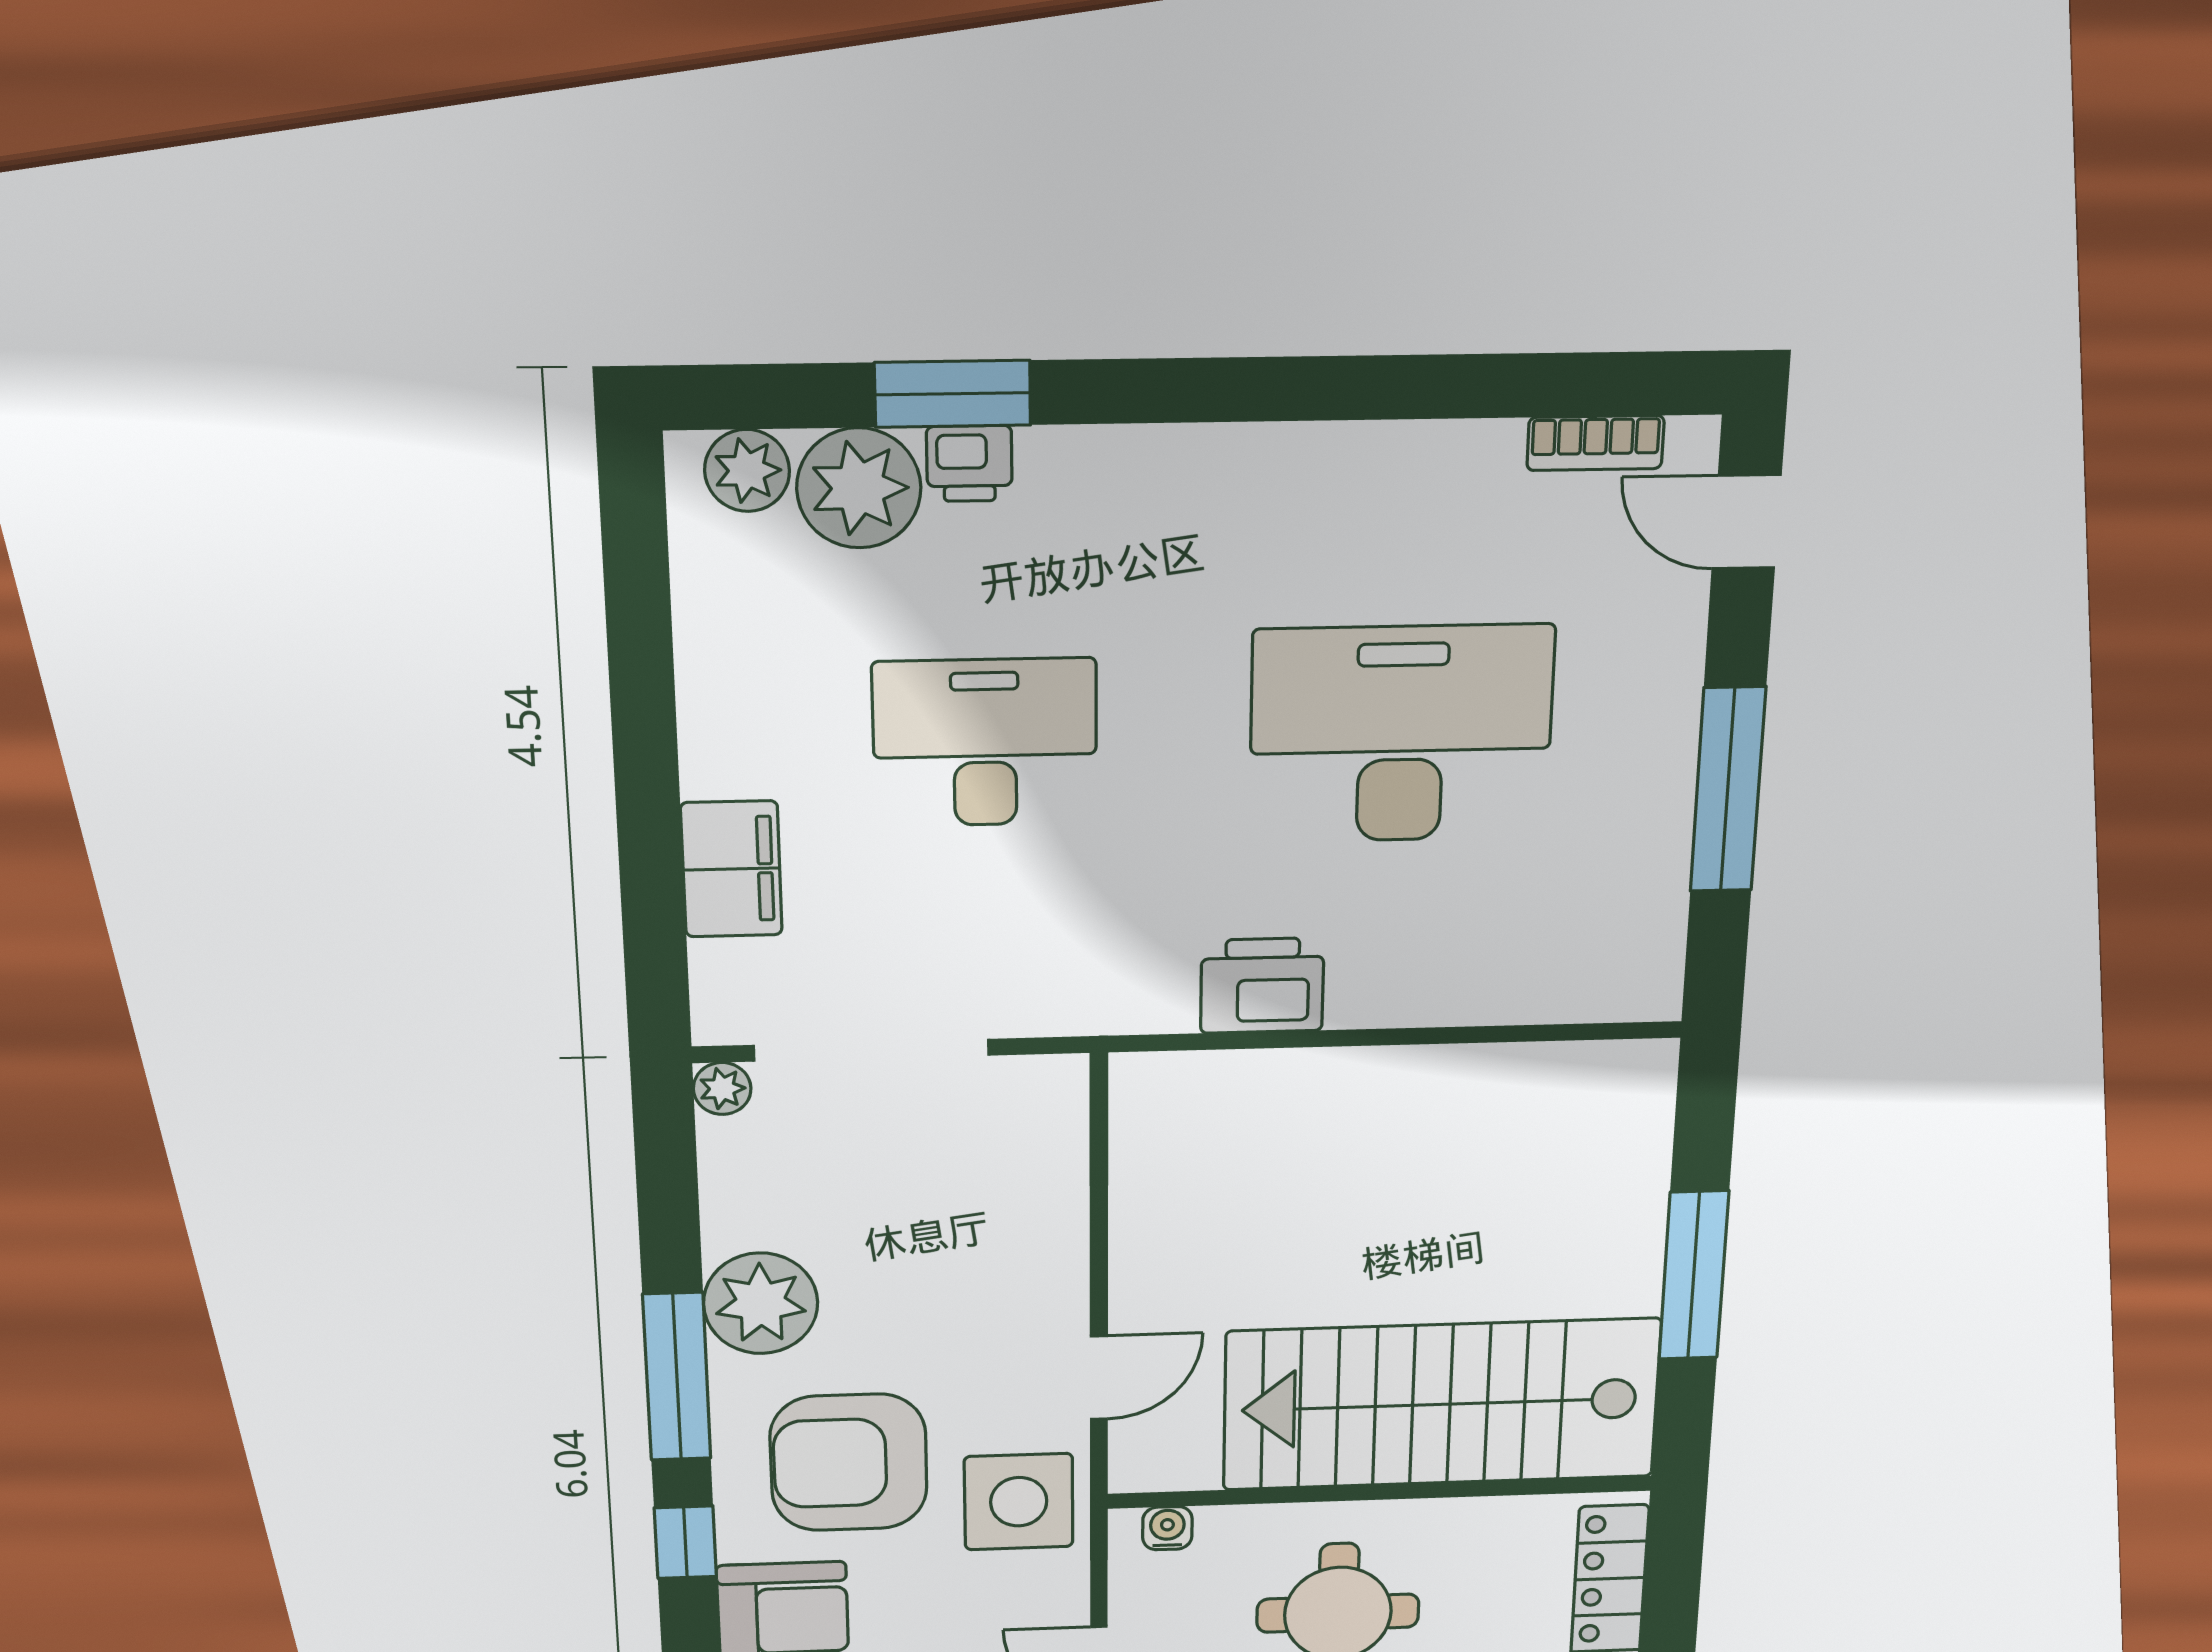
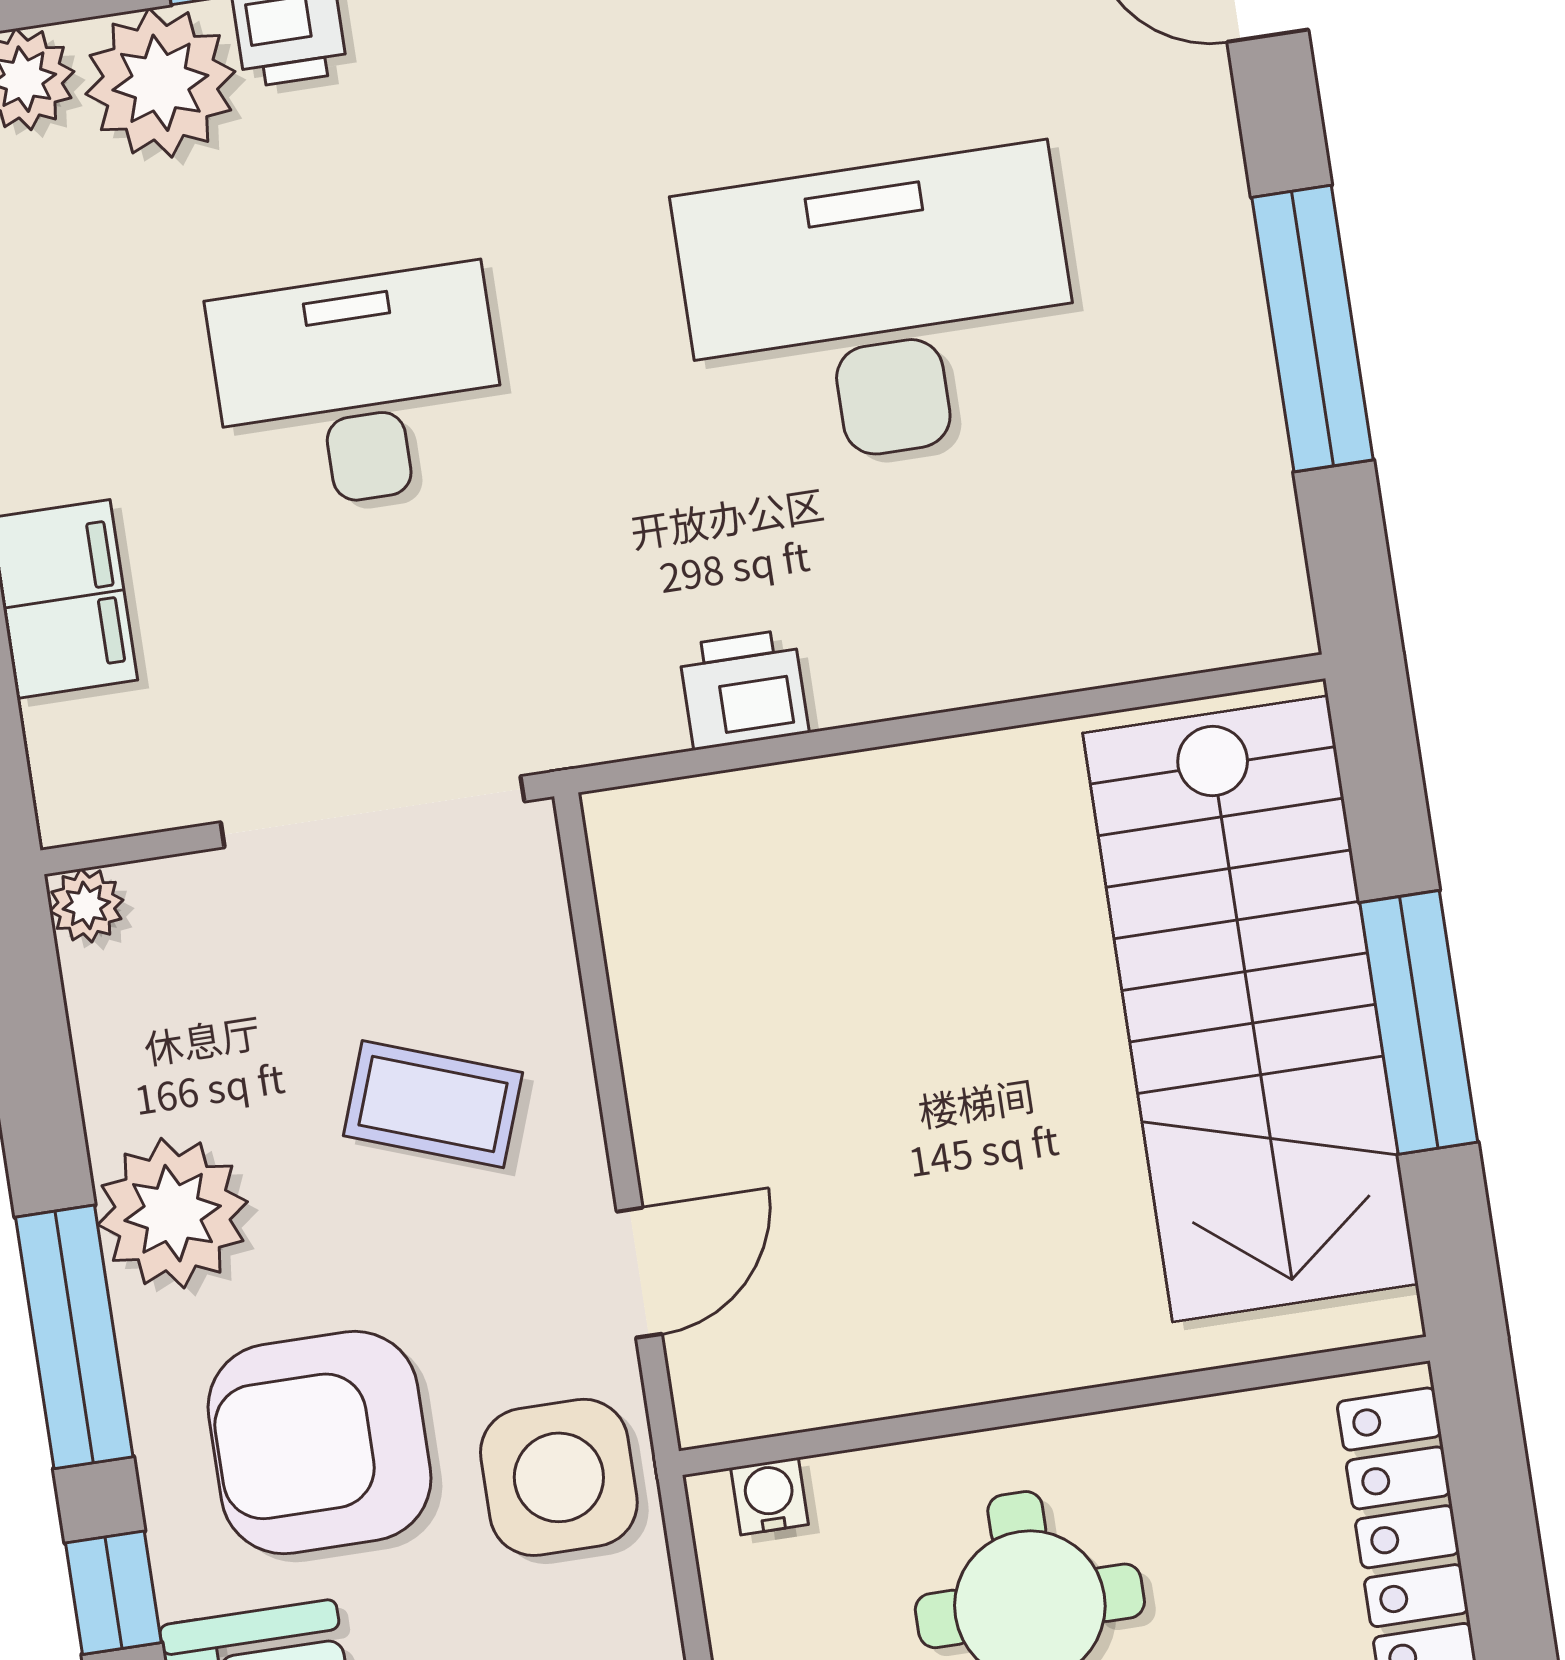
printer: (1262, 986) -> (744, 689), width x0.73, depth x0.81
doorway: (871, 1050) -> (373, 812), moved
coffee table: (965, 1252) -> (433, 1104), added
stairs: (1441, 1404) -> (1250, 1009), moved, turned -90

